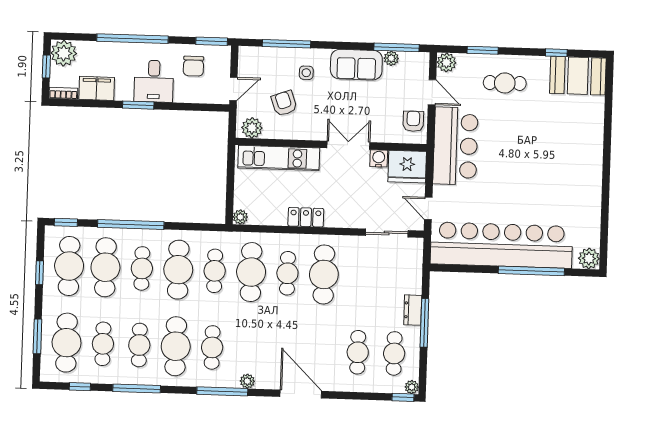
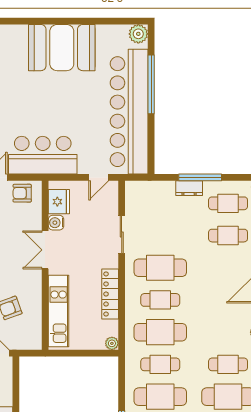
plant: (252, 128) -> (33, 336), removed
fridge: (407, 167) -> (59, 202), width x0.73, depth x0.75
booth: (576, 171) -> (62, 48), added
locker: (306, 217) -> (110, 294), width x1.53
sliding door: (387, 233) -> (122, 235), moved

